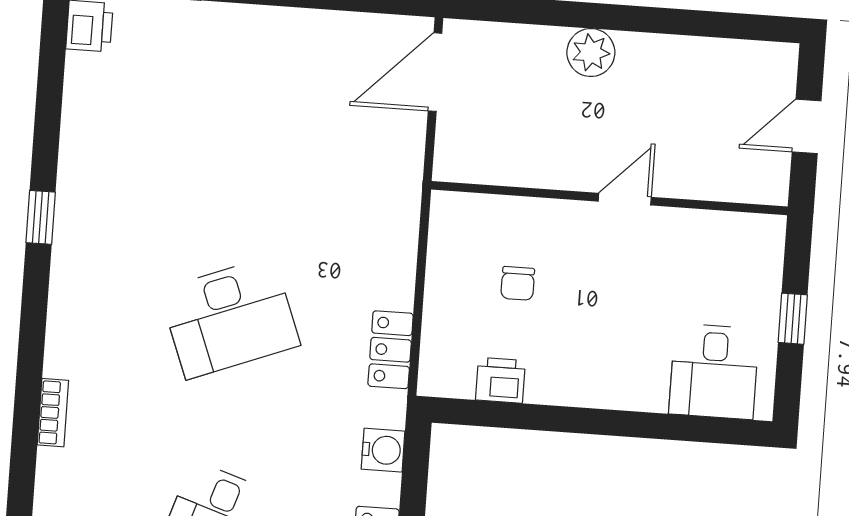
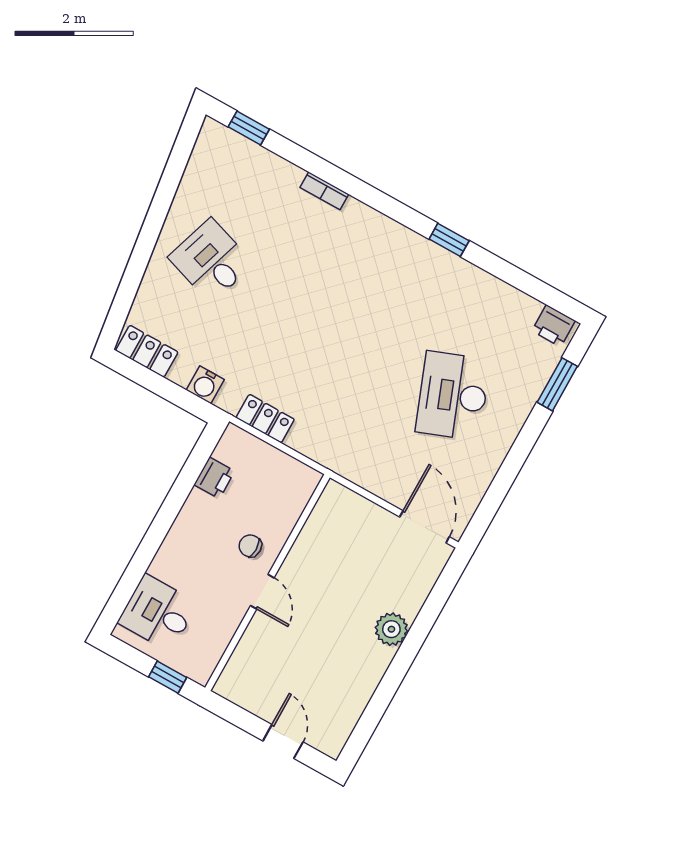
wall: (609, 198) -> (267, 583), moved
door: (625, 199) -> (262, 592), moved
chair: (518, 283) -> (250, 546), moved
desk: (230, 318) -> (453, 396), moved

